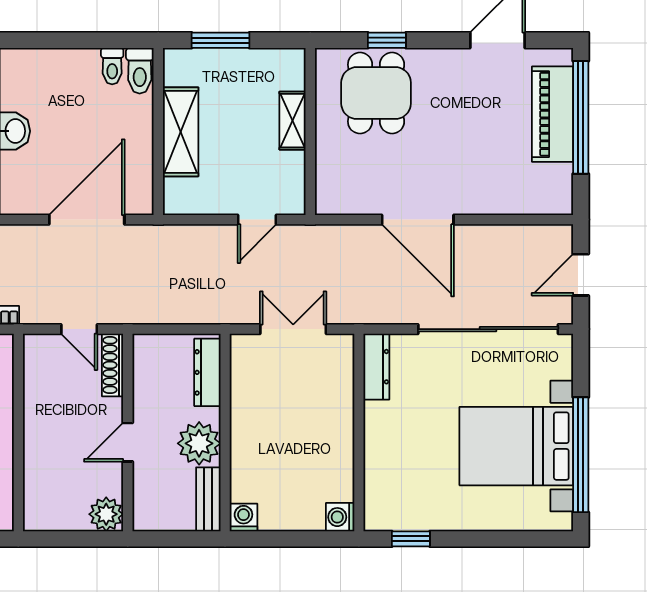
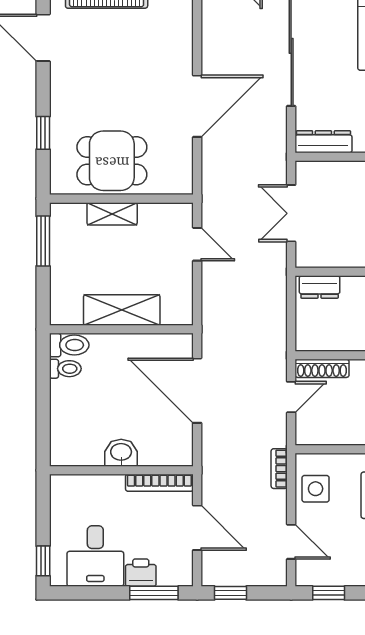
window: (220, 40) -> (43, 241), moved
dining table: (376, 93) -> (112, 161), moved
dresser: (207, 372) -> (320, 287), width x0.70

